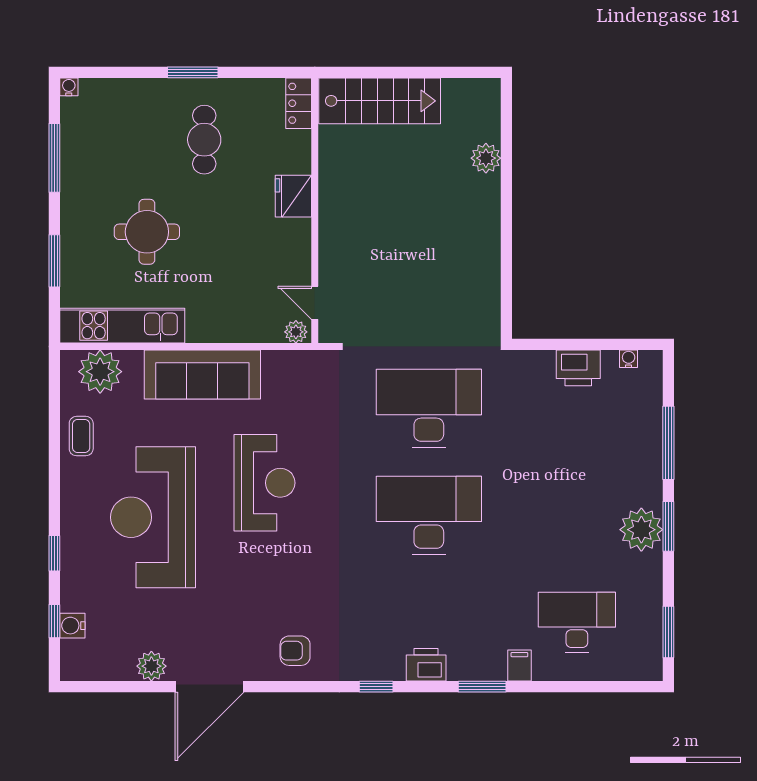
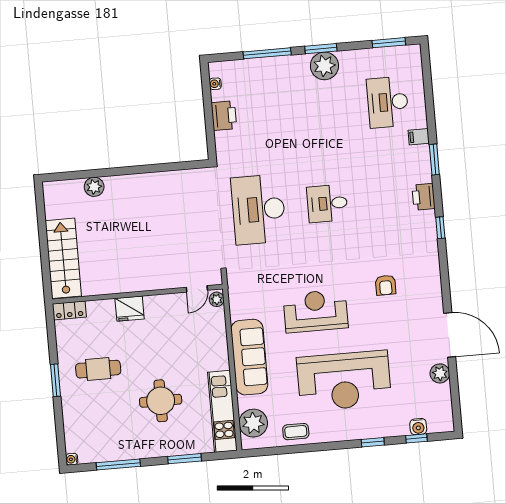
desk: (429, 515) -> (327, 203), width x0.53, depth x0.77
armchair: (295, 651) -> (386, 285), moved

